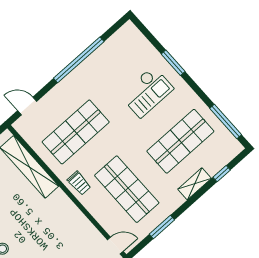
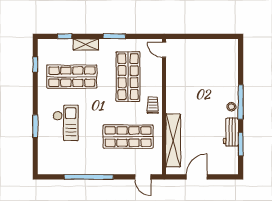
checkout: (147, 92) -> (66, 123), turned 90
window: (226, 122) -> (35, 65), width x0.46
window: (162, 227) -> (114, 36), moved

